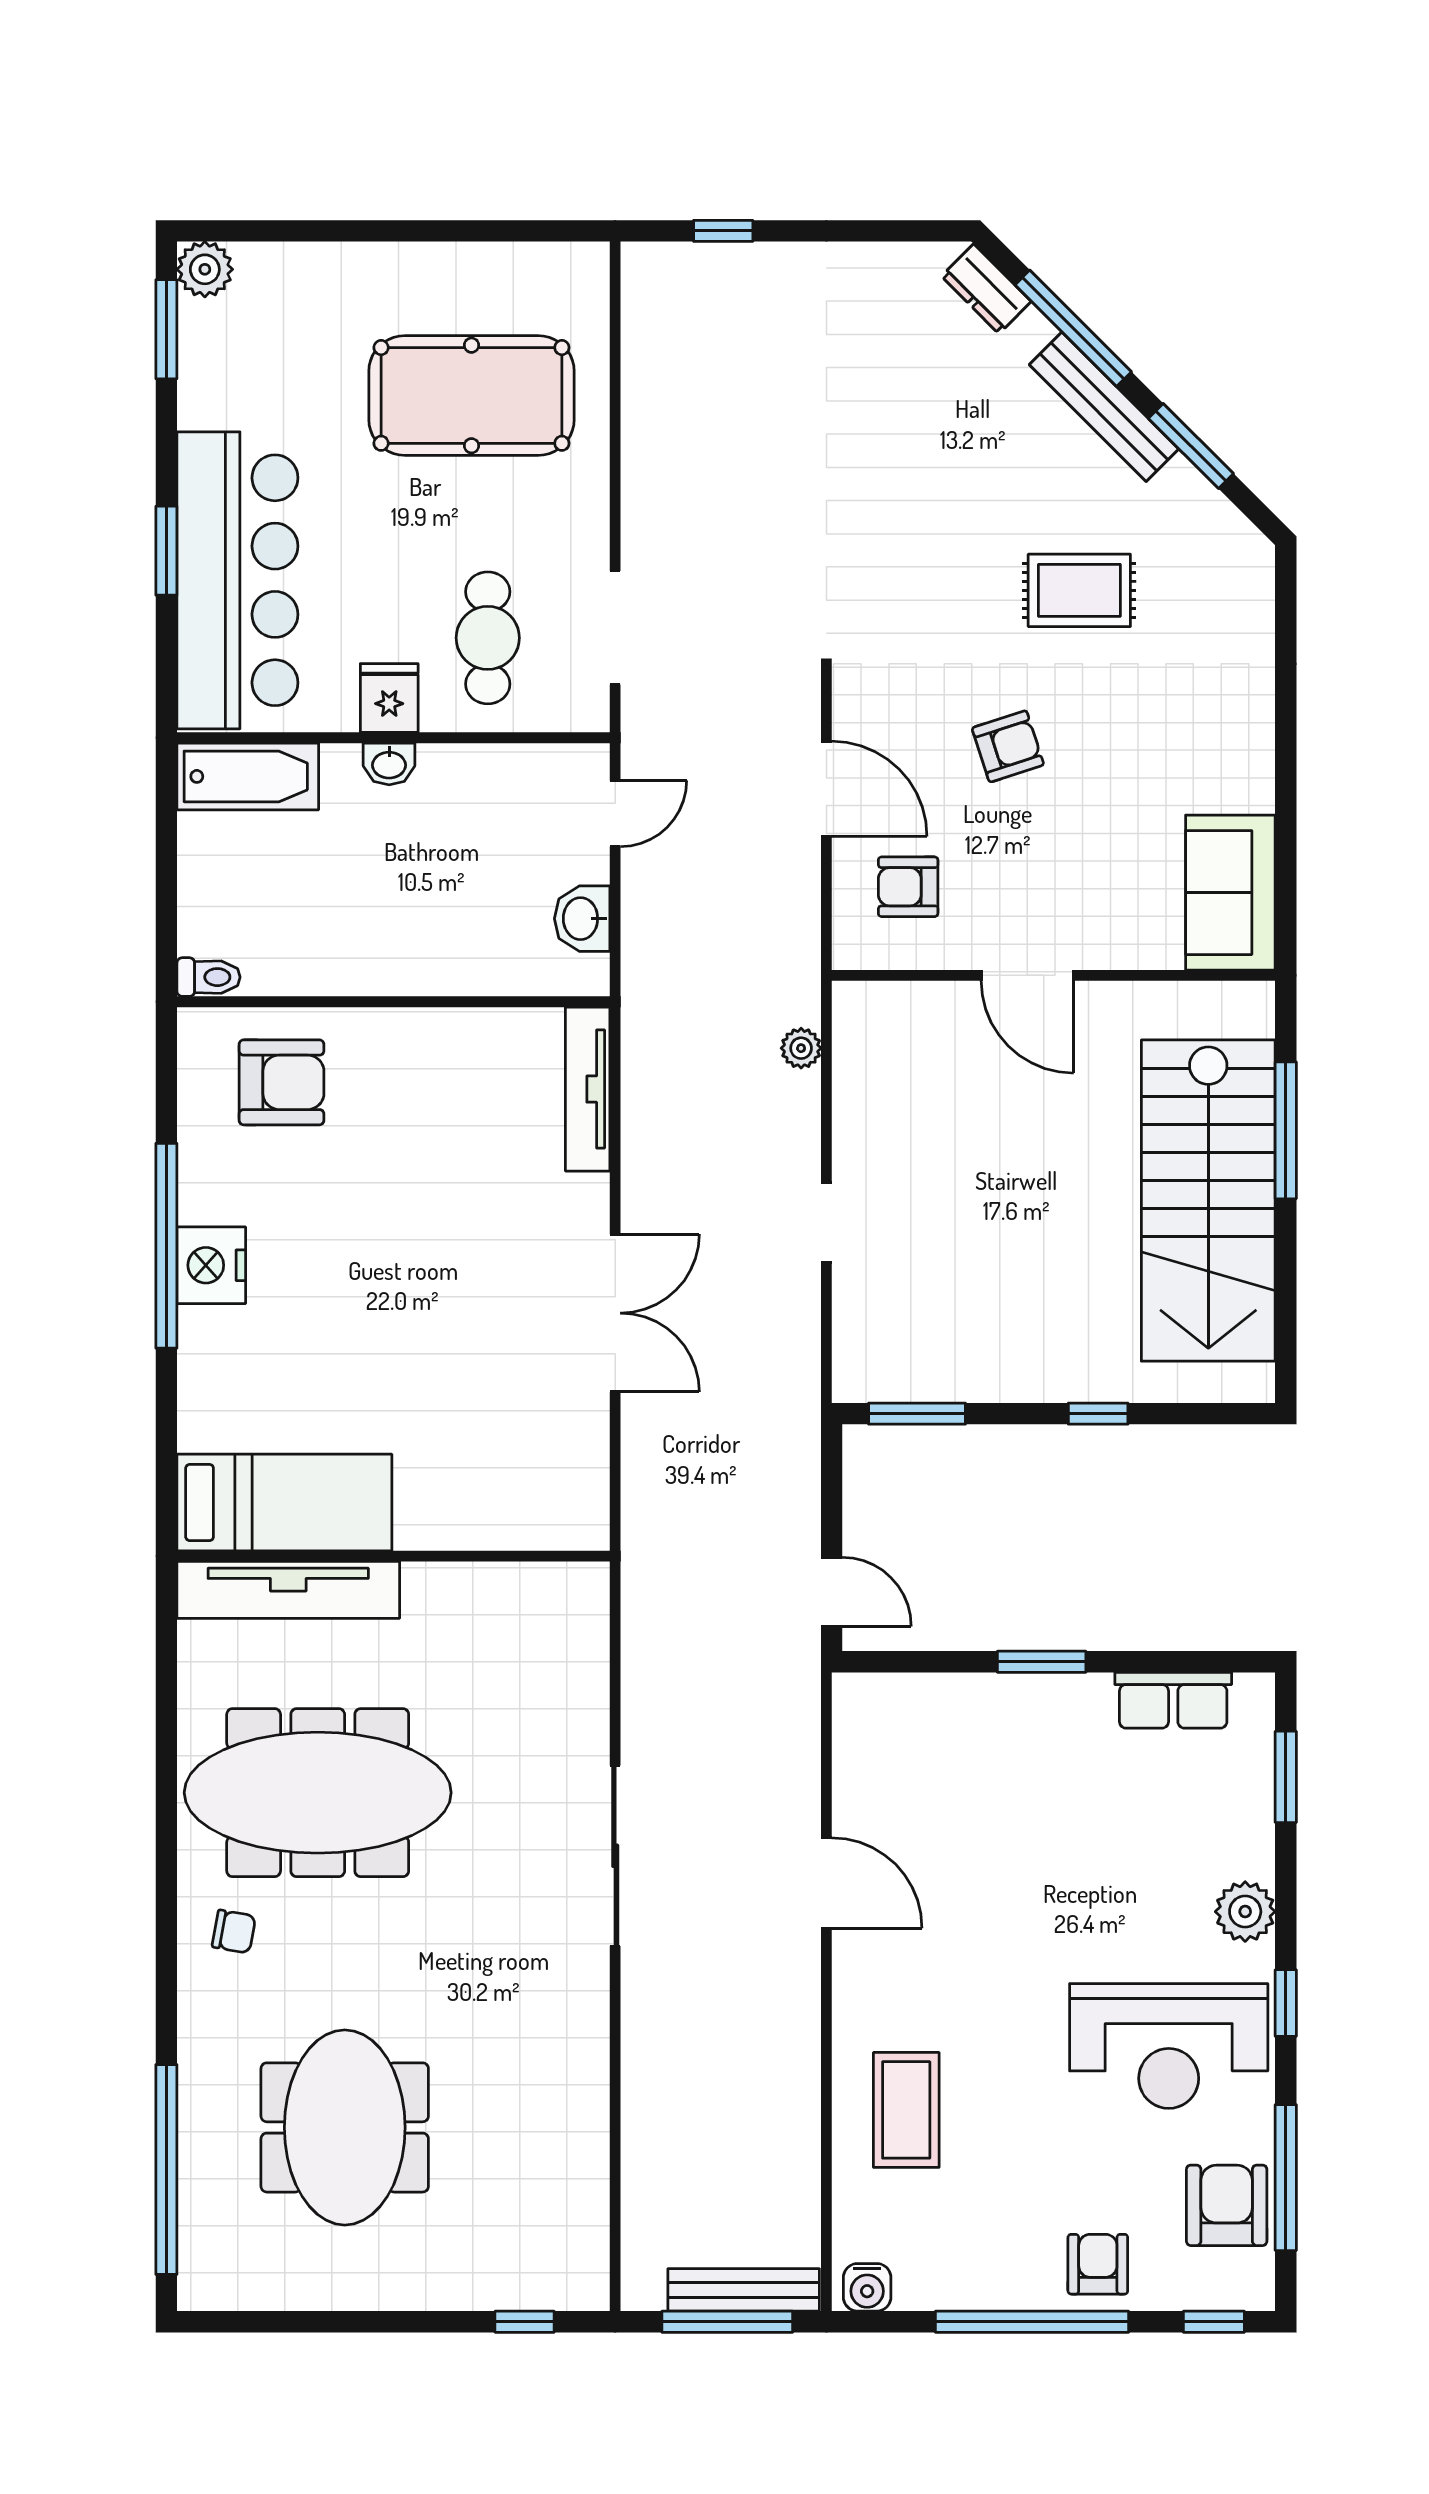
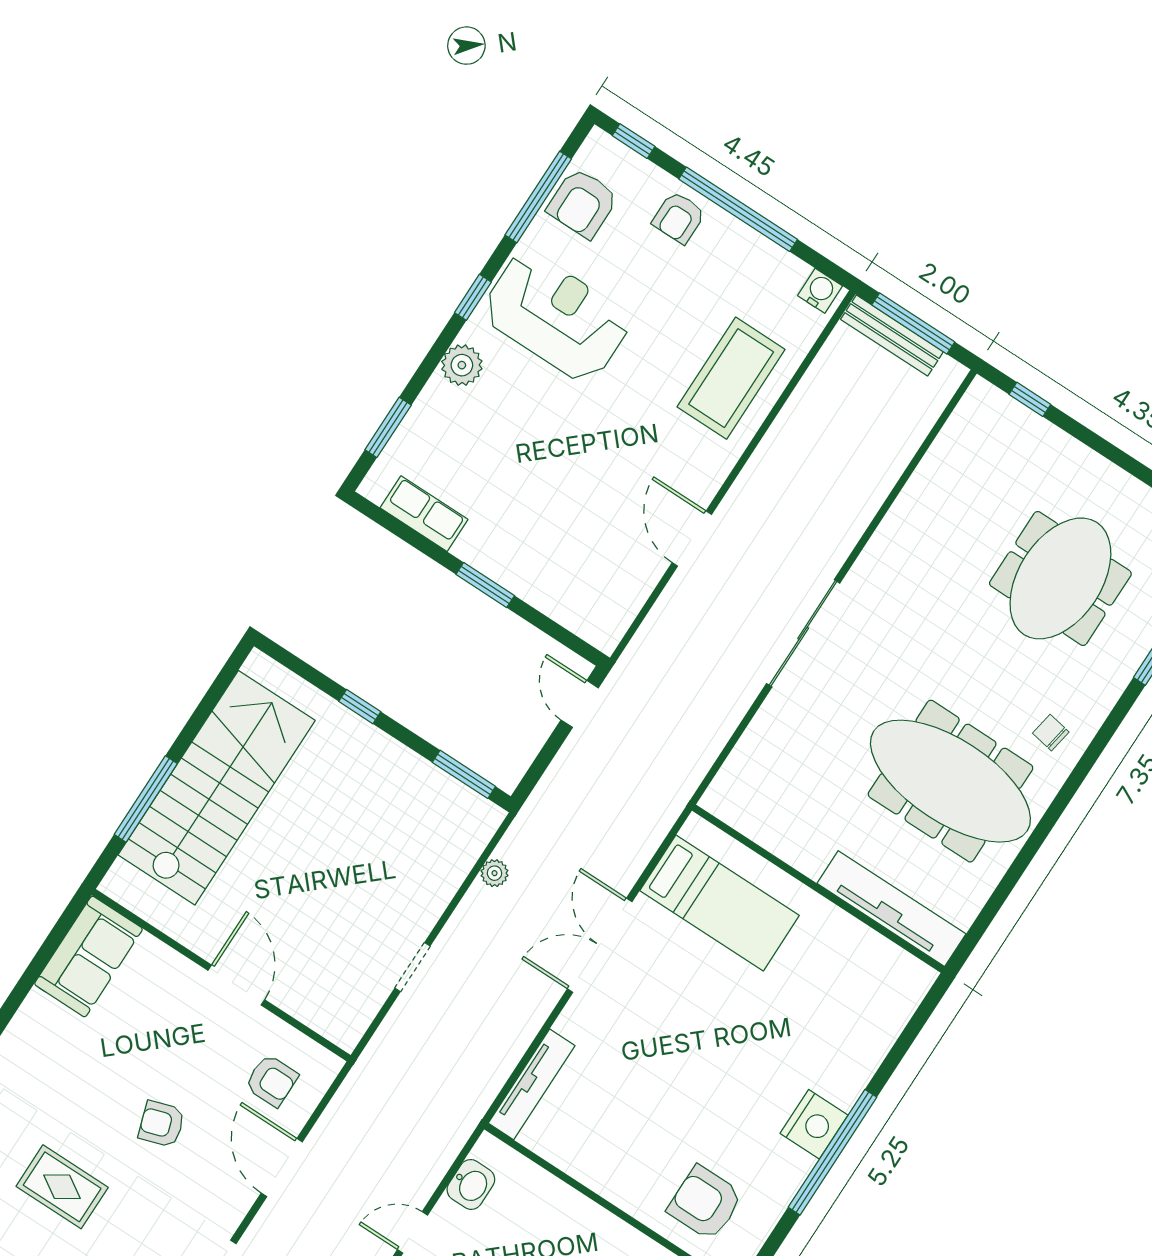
plant: (801, 1048) -> (494, 873), moved
doorway: (826, 1222) -> (413, 967), moved
bed: (284, 1503) -> (720, 903), moved, turned 180
coffee table: (906, 2110) -> (731, 378), width x1.36, depth x1.32

